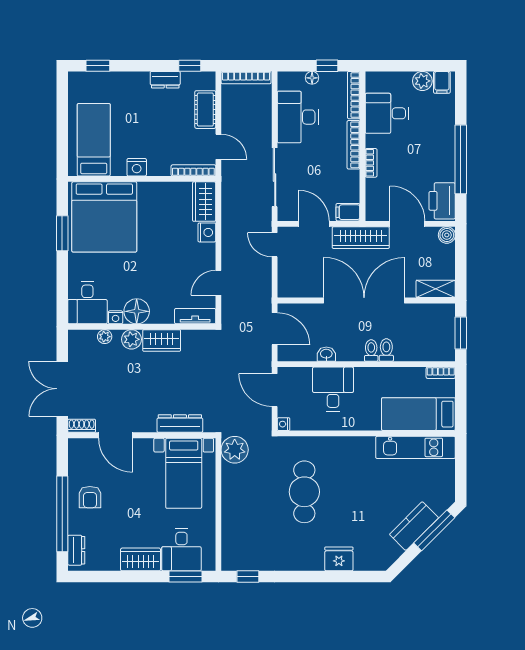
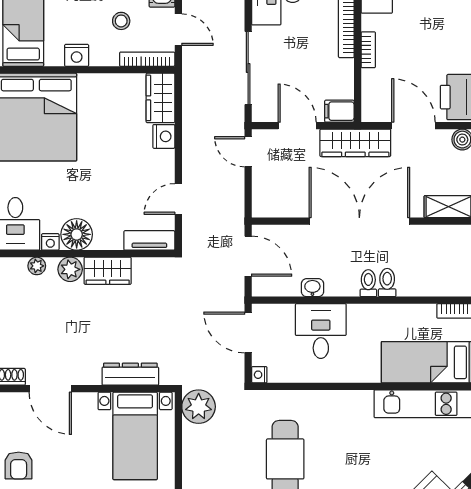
stool: (173, 140) -> (121, 21), added

